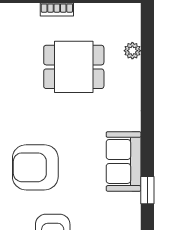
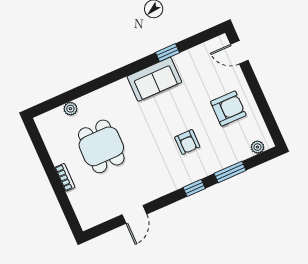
armchair: (35, 167) -> (187, 142), width x0.53, depth x0.53

